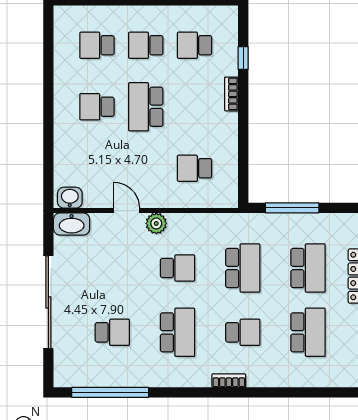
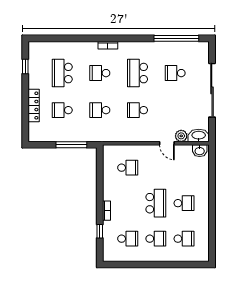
plant: (156, 223) -> (181, 136), moved
school desk: (243, 268) -> (100, 110), width x0.54
school desk: (308, 268) -> (62, 110), width x0.54

